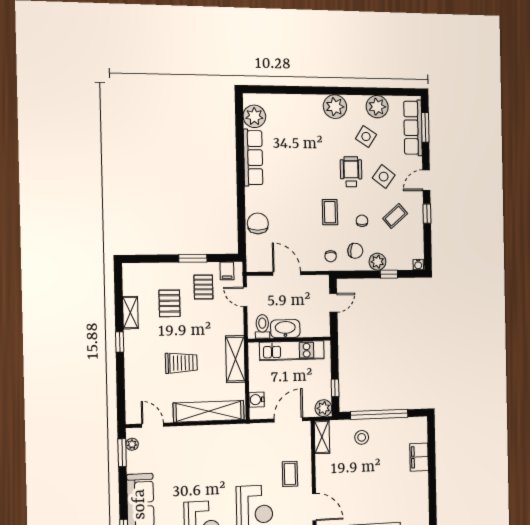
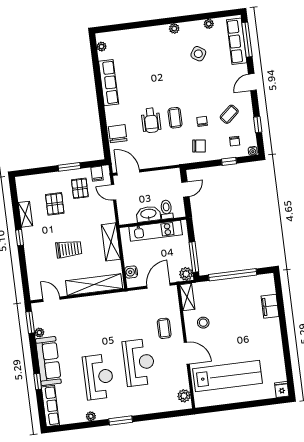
plant: (335, 107) -> (174, 28), width x0.53, depth x0.53
plant: (377, 107) -> (209, 24), width x0.53, depth x0.53
plant: (254, 116) -> (101, 47), width x0.53, depth x0.53
window: (425, 127) -> (247, 40), width x1.44
wheelchair: (351, 172) -> (151, 120), moved, turned 180
side table: (384, 177) -> (216, 84), removed
window: (427, 214) -> (258, 125), moved
chair: (331, 256) -> (235, 141), moved
plant: (377, 262) -> (218, 153), removed
door: (287, 273) -> (128, 172), moved
toilet: (262, 326) -> (166, 210), moved
window: (335, 388) -> (194, 257), width x2.17
stool: (362, 437) -> (203, 323), moved
plant: (132, 444) -> (39, 333), moved

